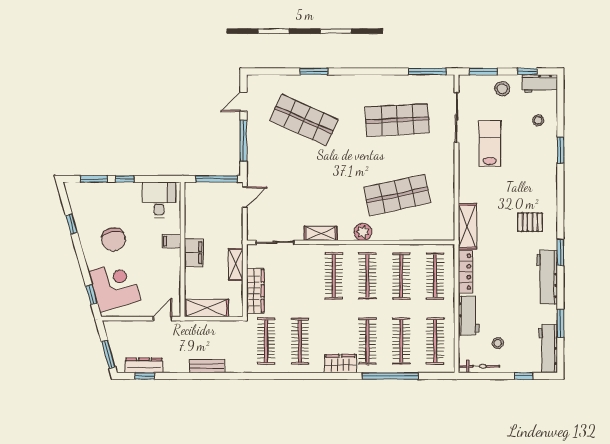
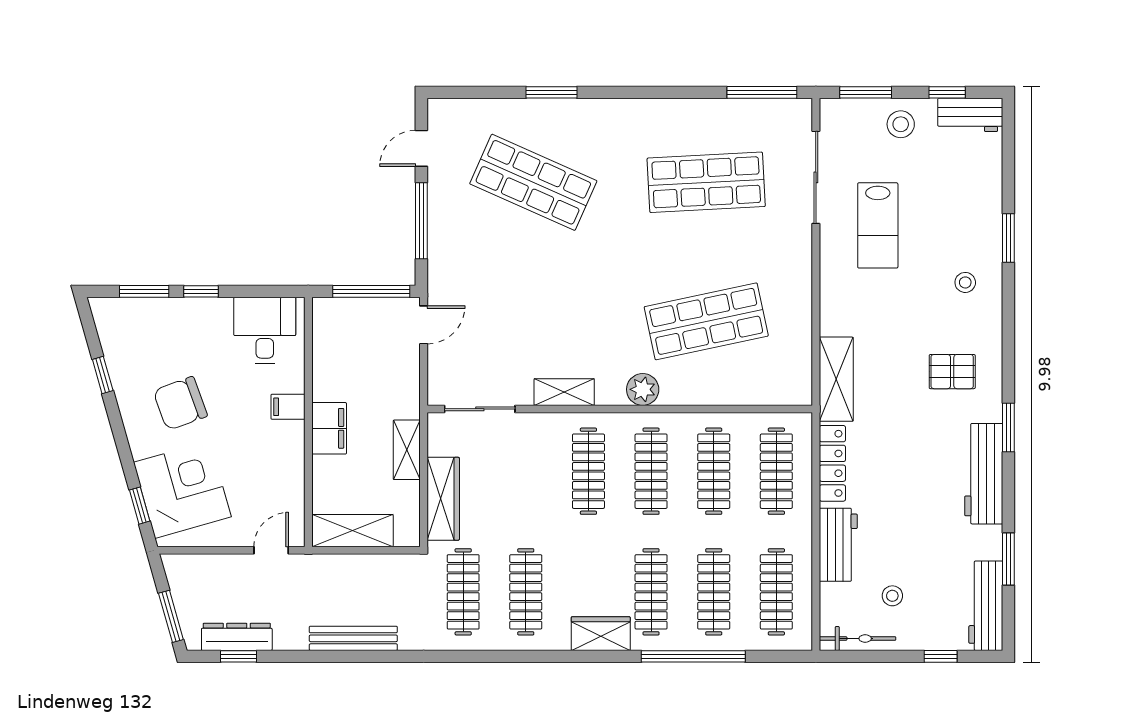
stool: (538, 120) -> (965, 282), moved
lab bench: (490, 143) -> (878, 225), turned 180
chair: (113, 239) -> (180, 403), turned 81
bench: (207, 366) -> (353, 638), width x1.36

